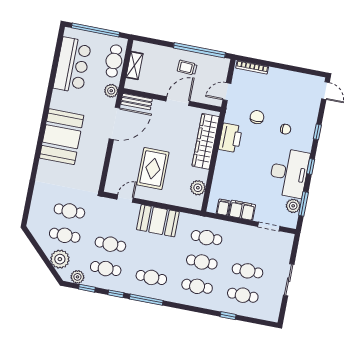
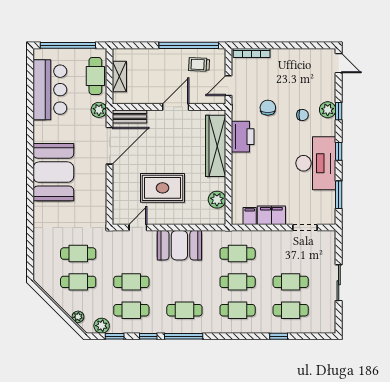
trolley: (187, 68) -> (199, 64), moved
rug: (153, 169) -> (162, 188), turned 90
plant: (293, 206) -> (328, 110), moved
plant: (60, 259) -> (78, 317), width x0.53, depth x0.53

